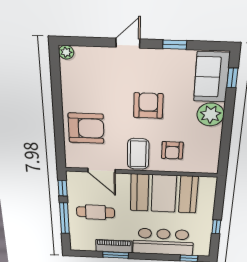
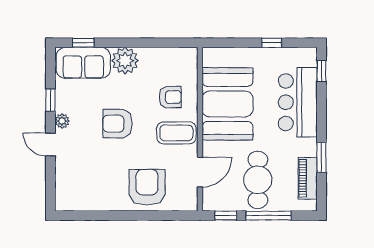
plant: (66, 52) -> (62, 121), moved
cafe table: (96, 212) -> (258, 180), width x1.37, depth x1.35
piano: (114, 246) -> (308, 178), moved

